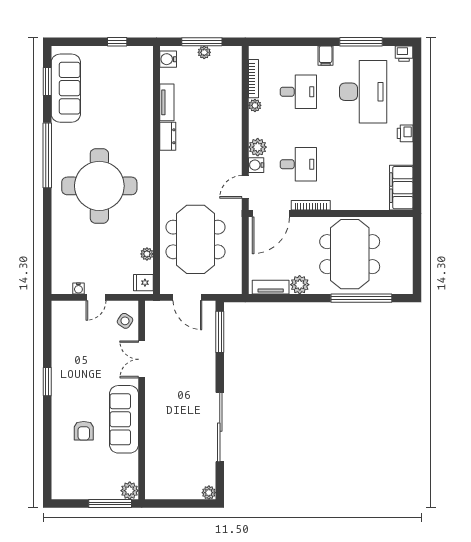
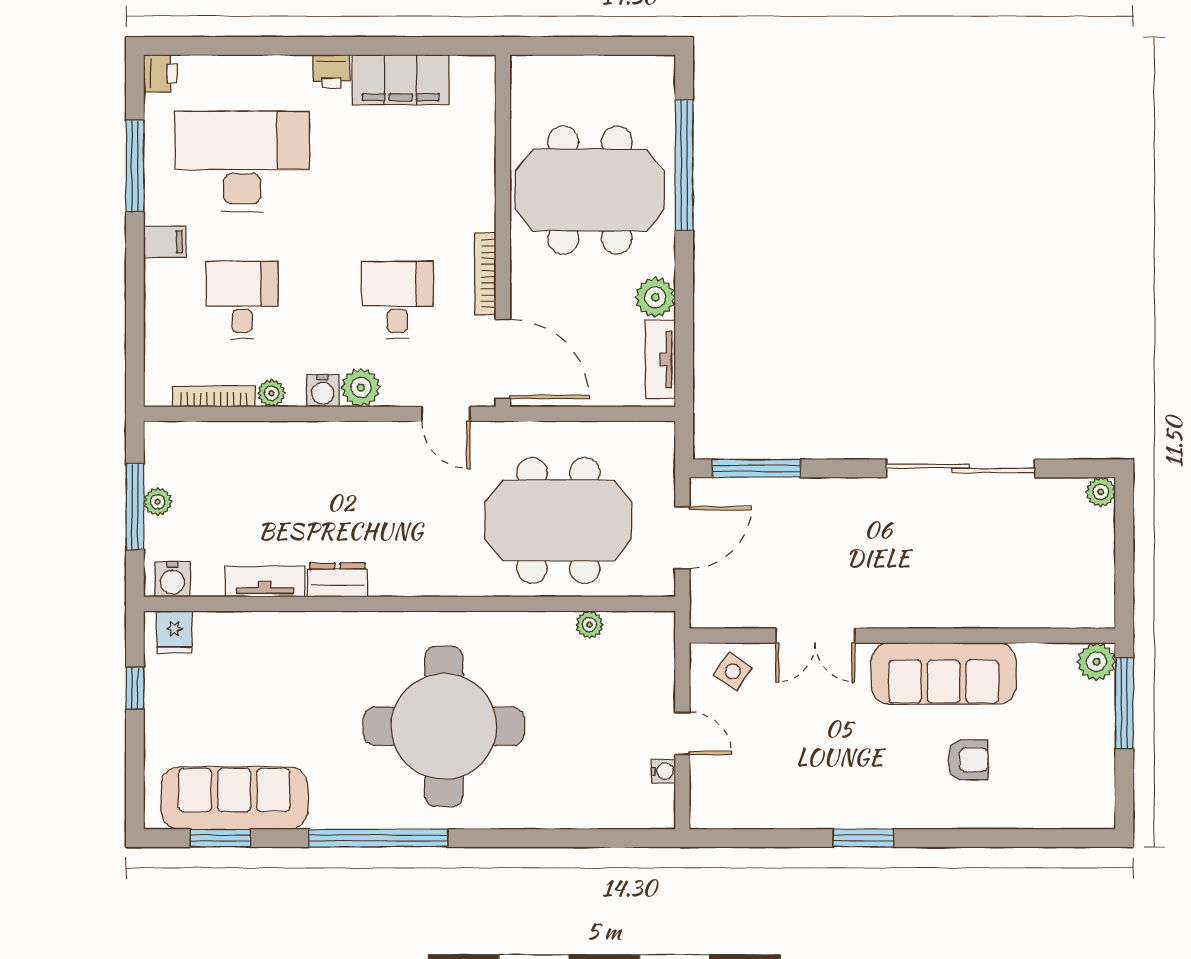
water cooler: (256, 165) -> (323, 391), moved
filing cabinet: (401, 188) -> (401, 80), moved
fridge: (143, 283) -> (174, 632), moved

